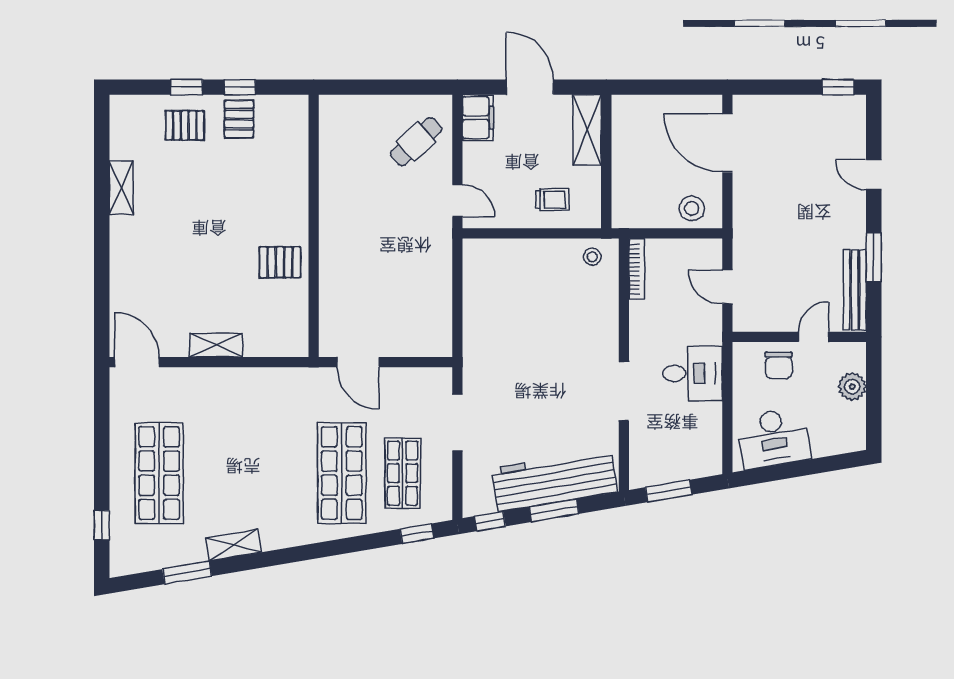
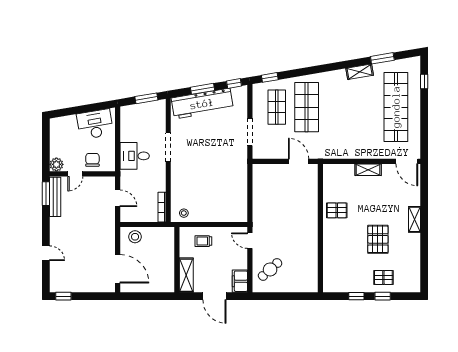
pallet: (239, 119) -> (378, 239), moved, width x1.50, depth x1.42
shelving: (121, 188) -> (415, 219), moved
window: (874, 257) -> (46, 194), moved
plant: (852, 387) -> (56, 164), moved
shop shelf: (159, 473) -> (396, 107), width x1.40

